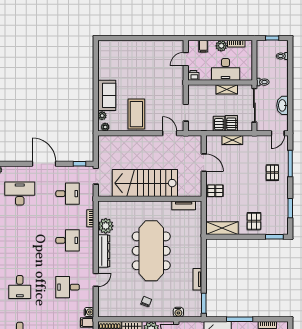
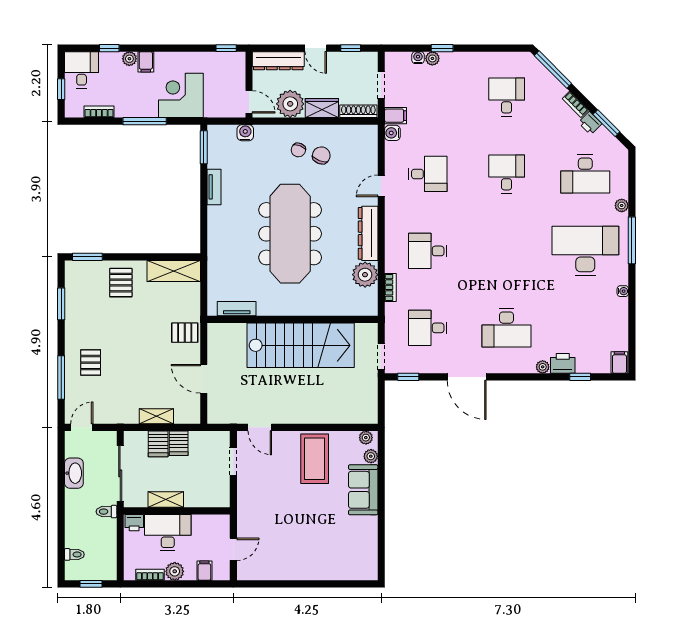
printer: (193, 75) -> (134, 523), moved
chair: (132, 298) -> (321, 155), added

